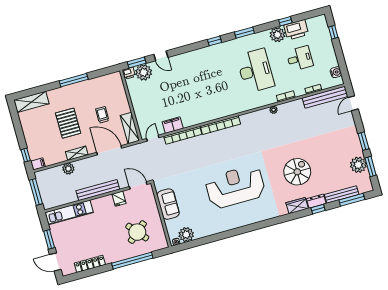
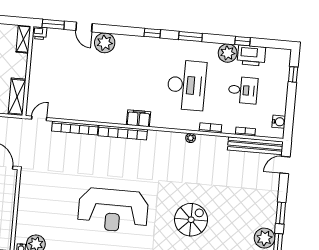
plant: (144, 72) -> (105, 43), moved
shelving: (118, 82) -> (23, 39), added
filing cabinet: (173, 125) -> (139, 118), moved
reception desk: (235, 187) -> (113, 210), turned 180
sofa: (168, 204) -> (28, 201), removed

